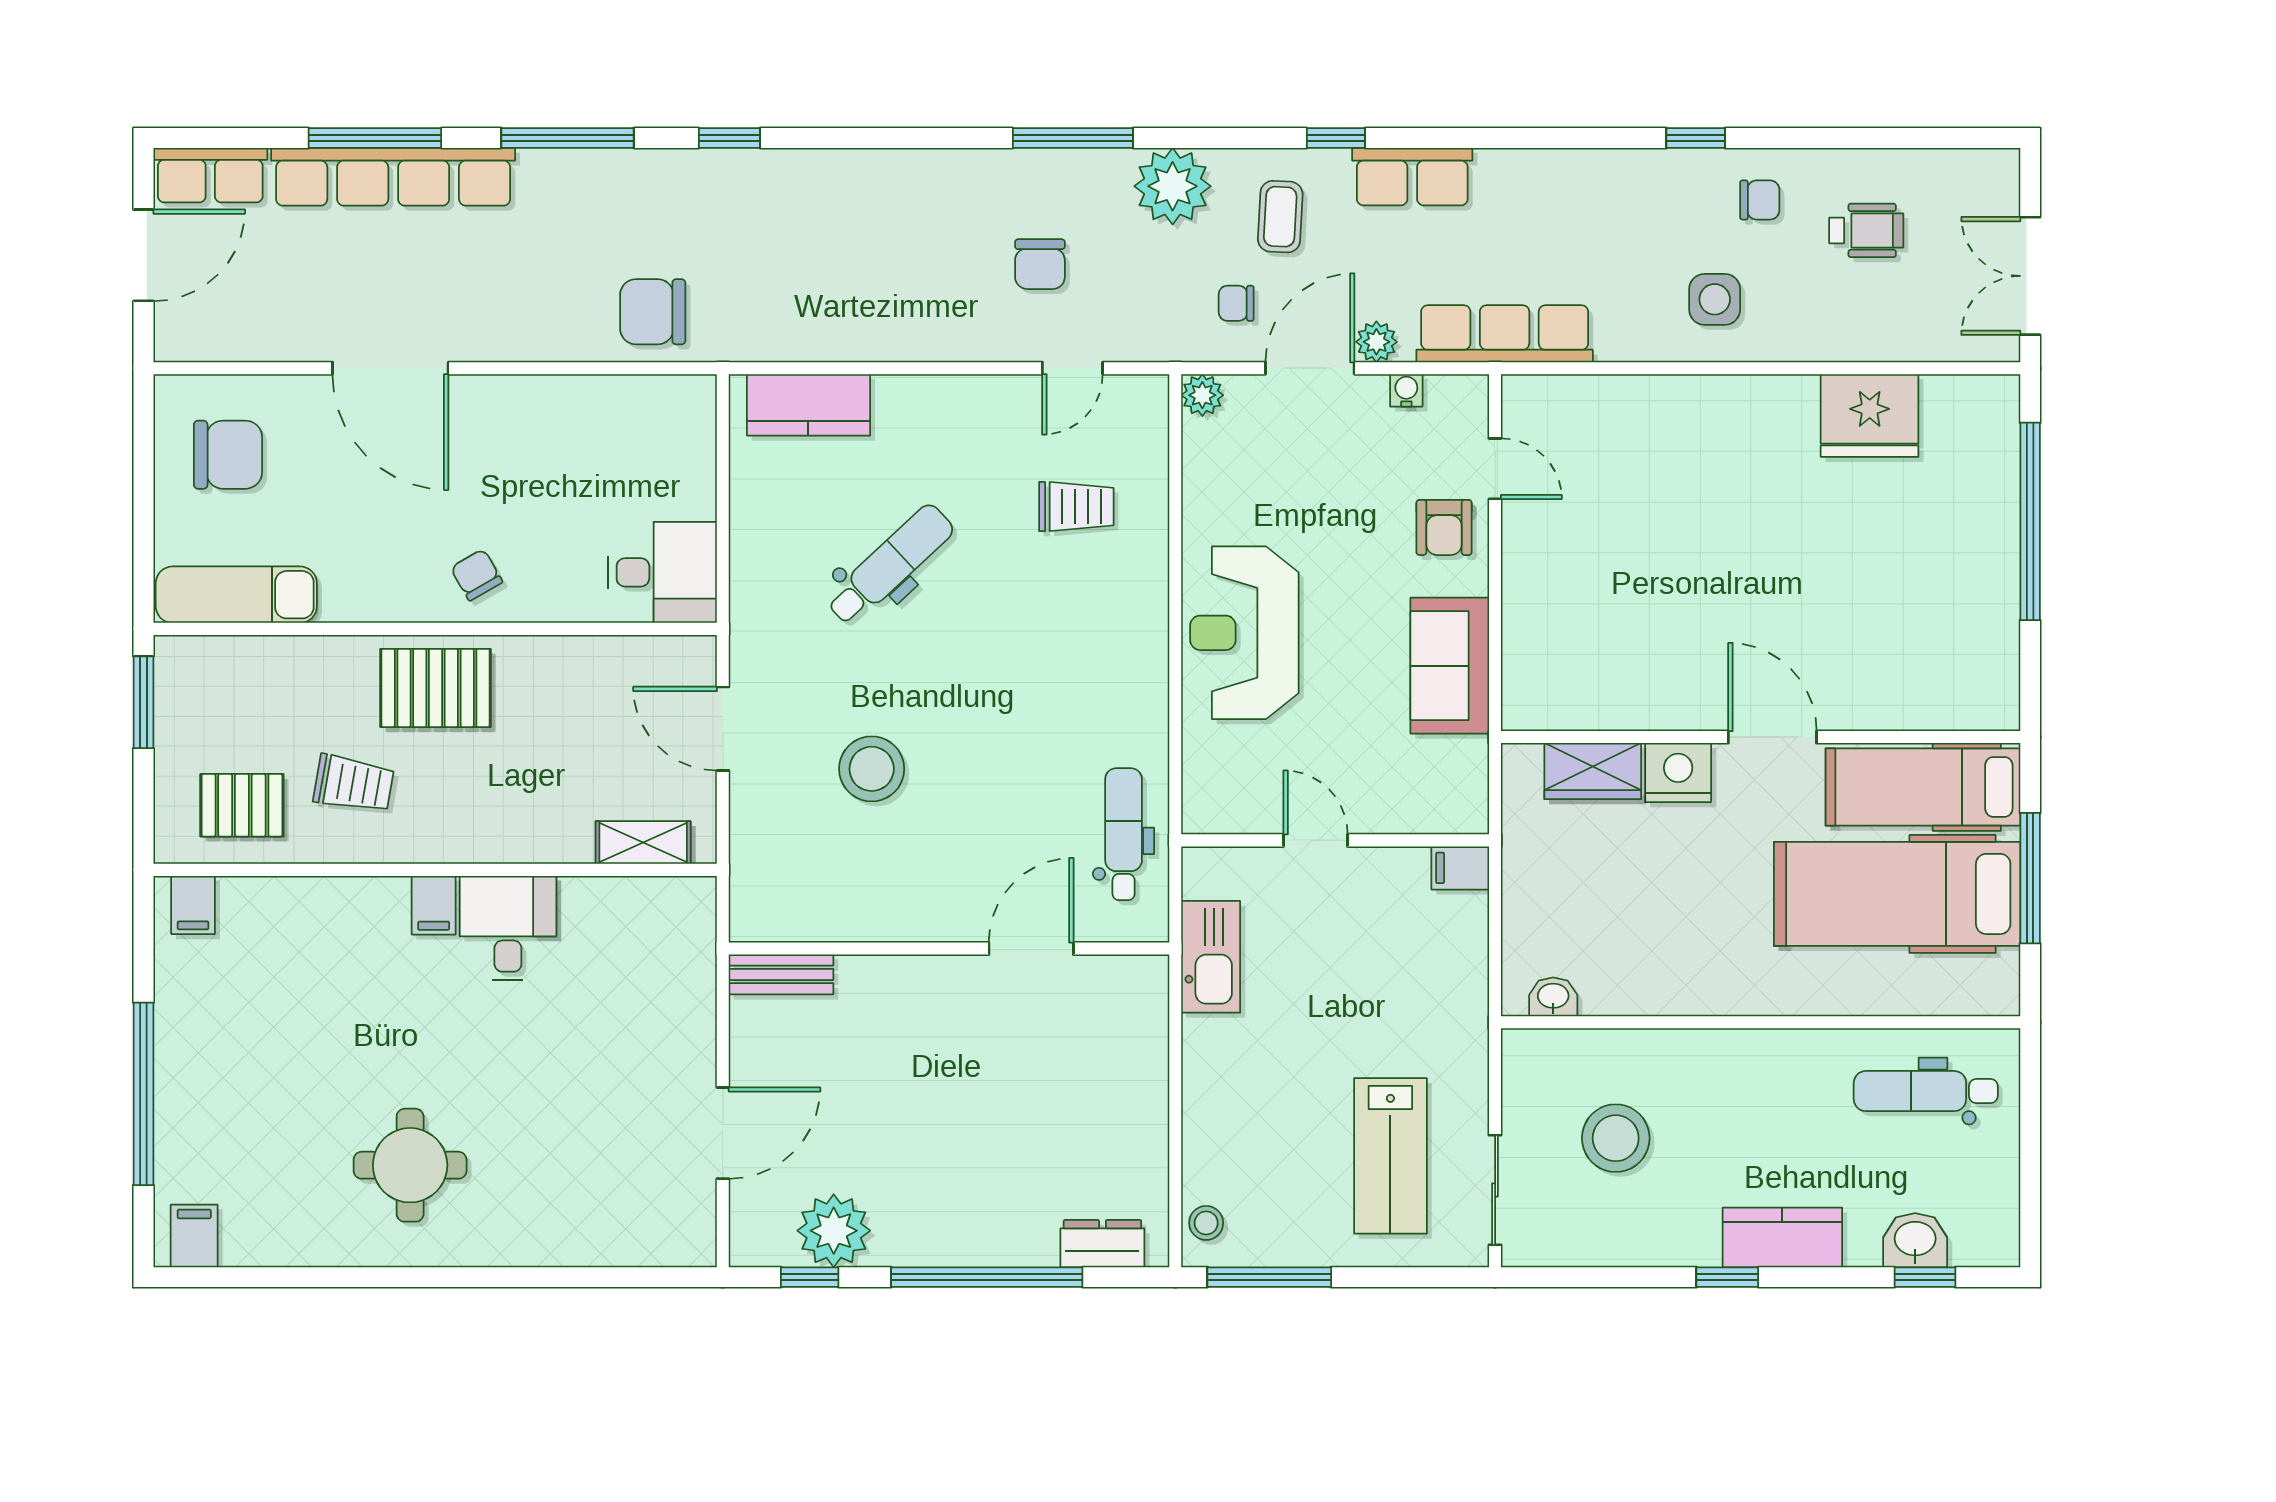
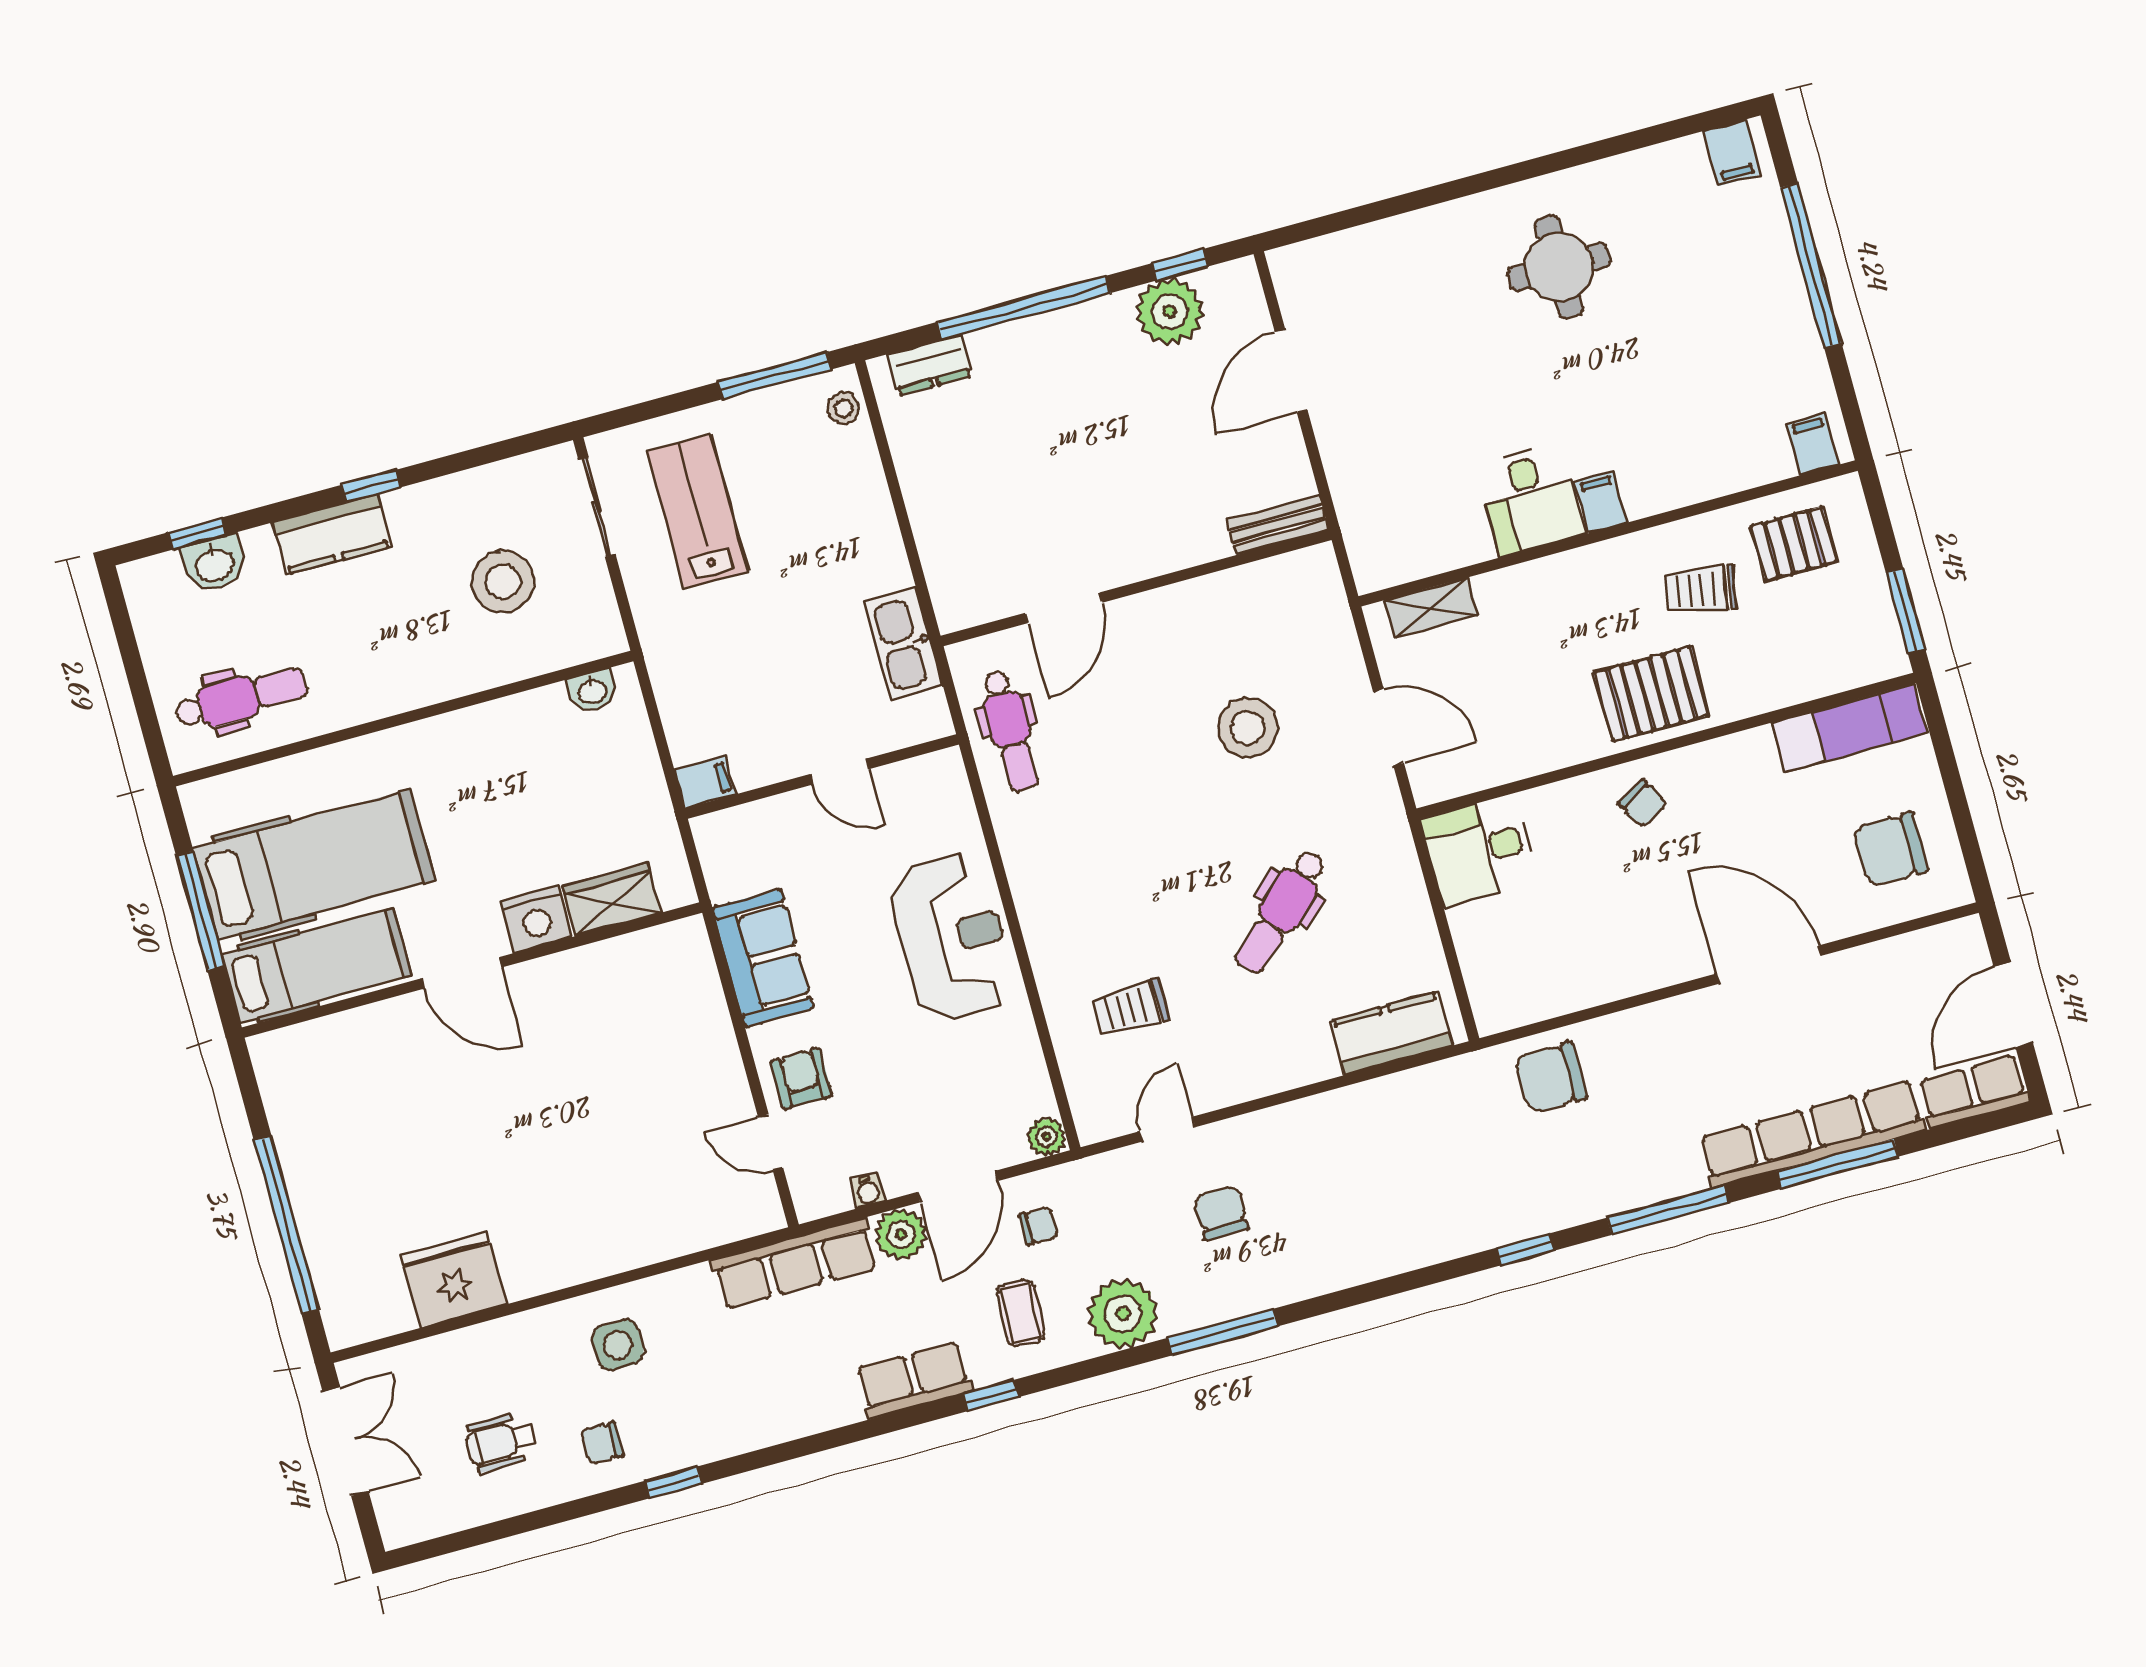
chair: (653, 312) -> (1551, 1078), turned 180
plant: (1376, 342) -> (901, 1234), width x1.38, depth x1.38

